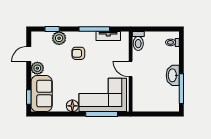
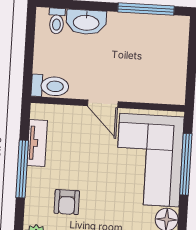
door: (131, 69) -> (103, 104), hinge flipped
washbasin: (173, 75) -> (86, 22), moved

